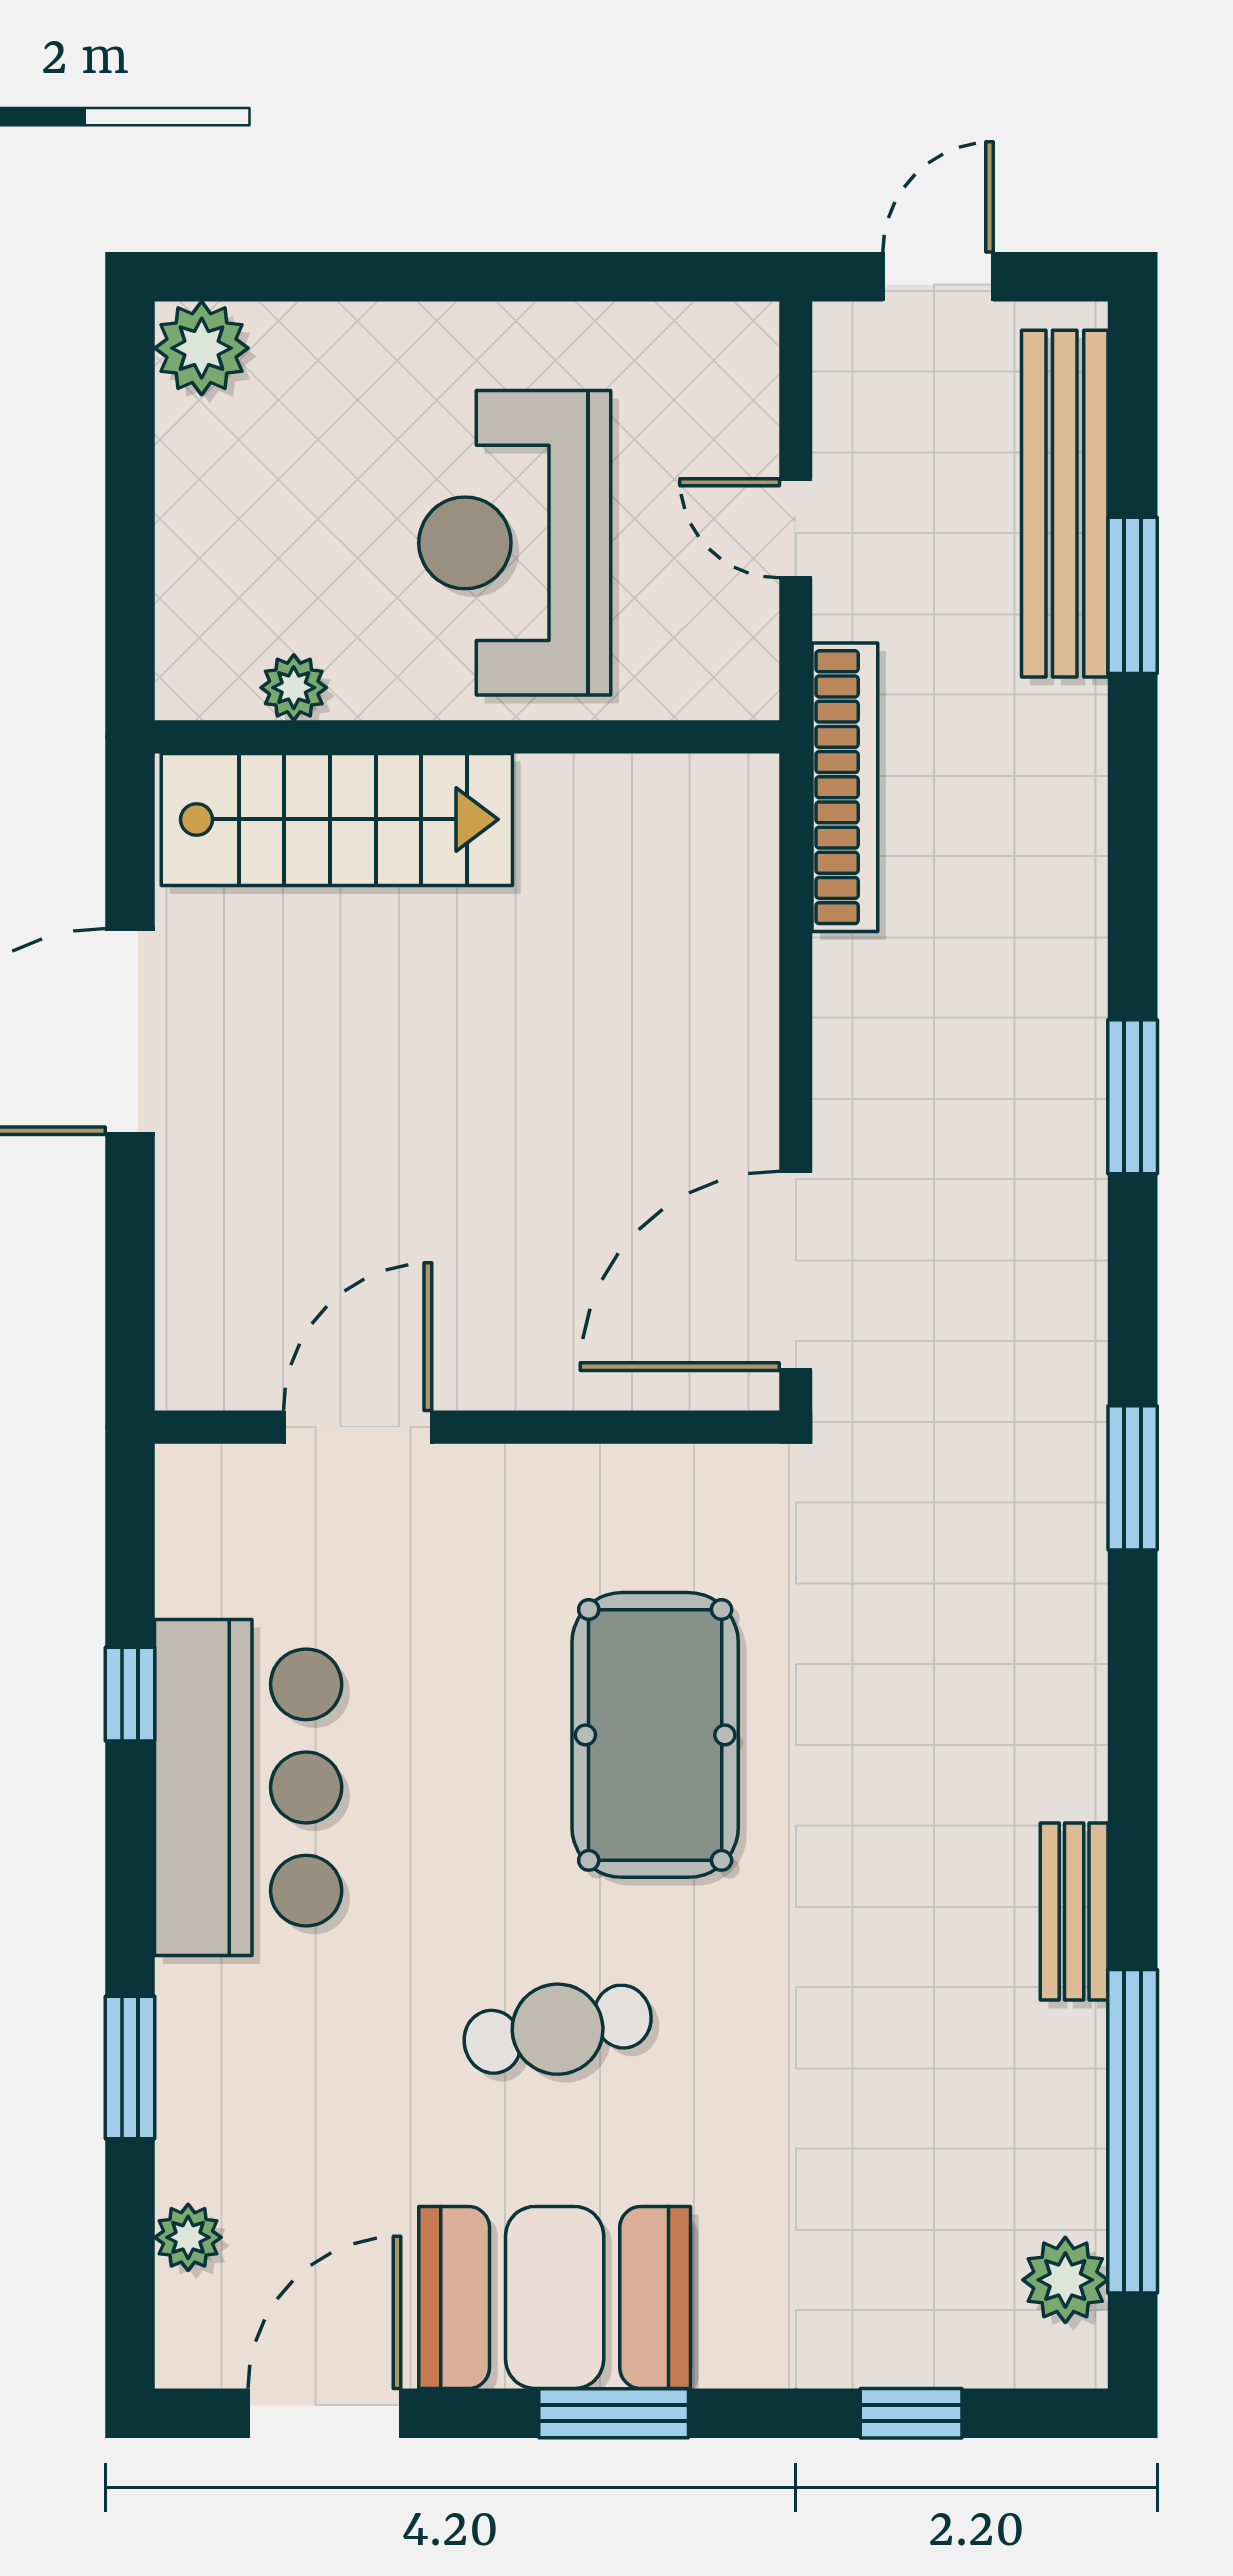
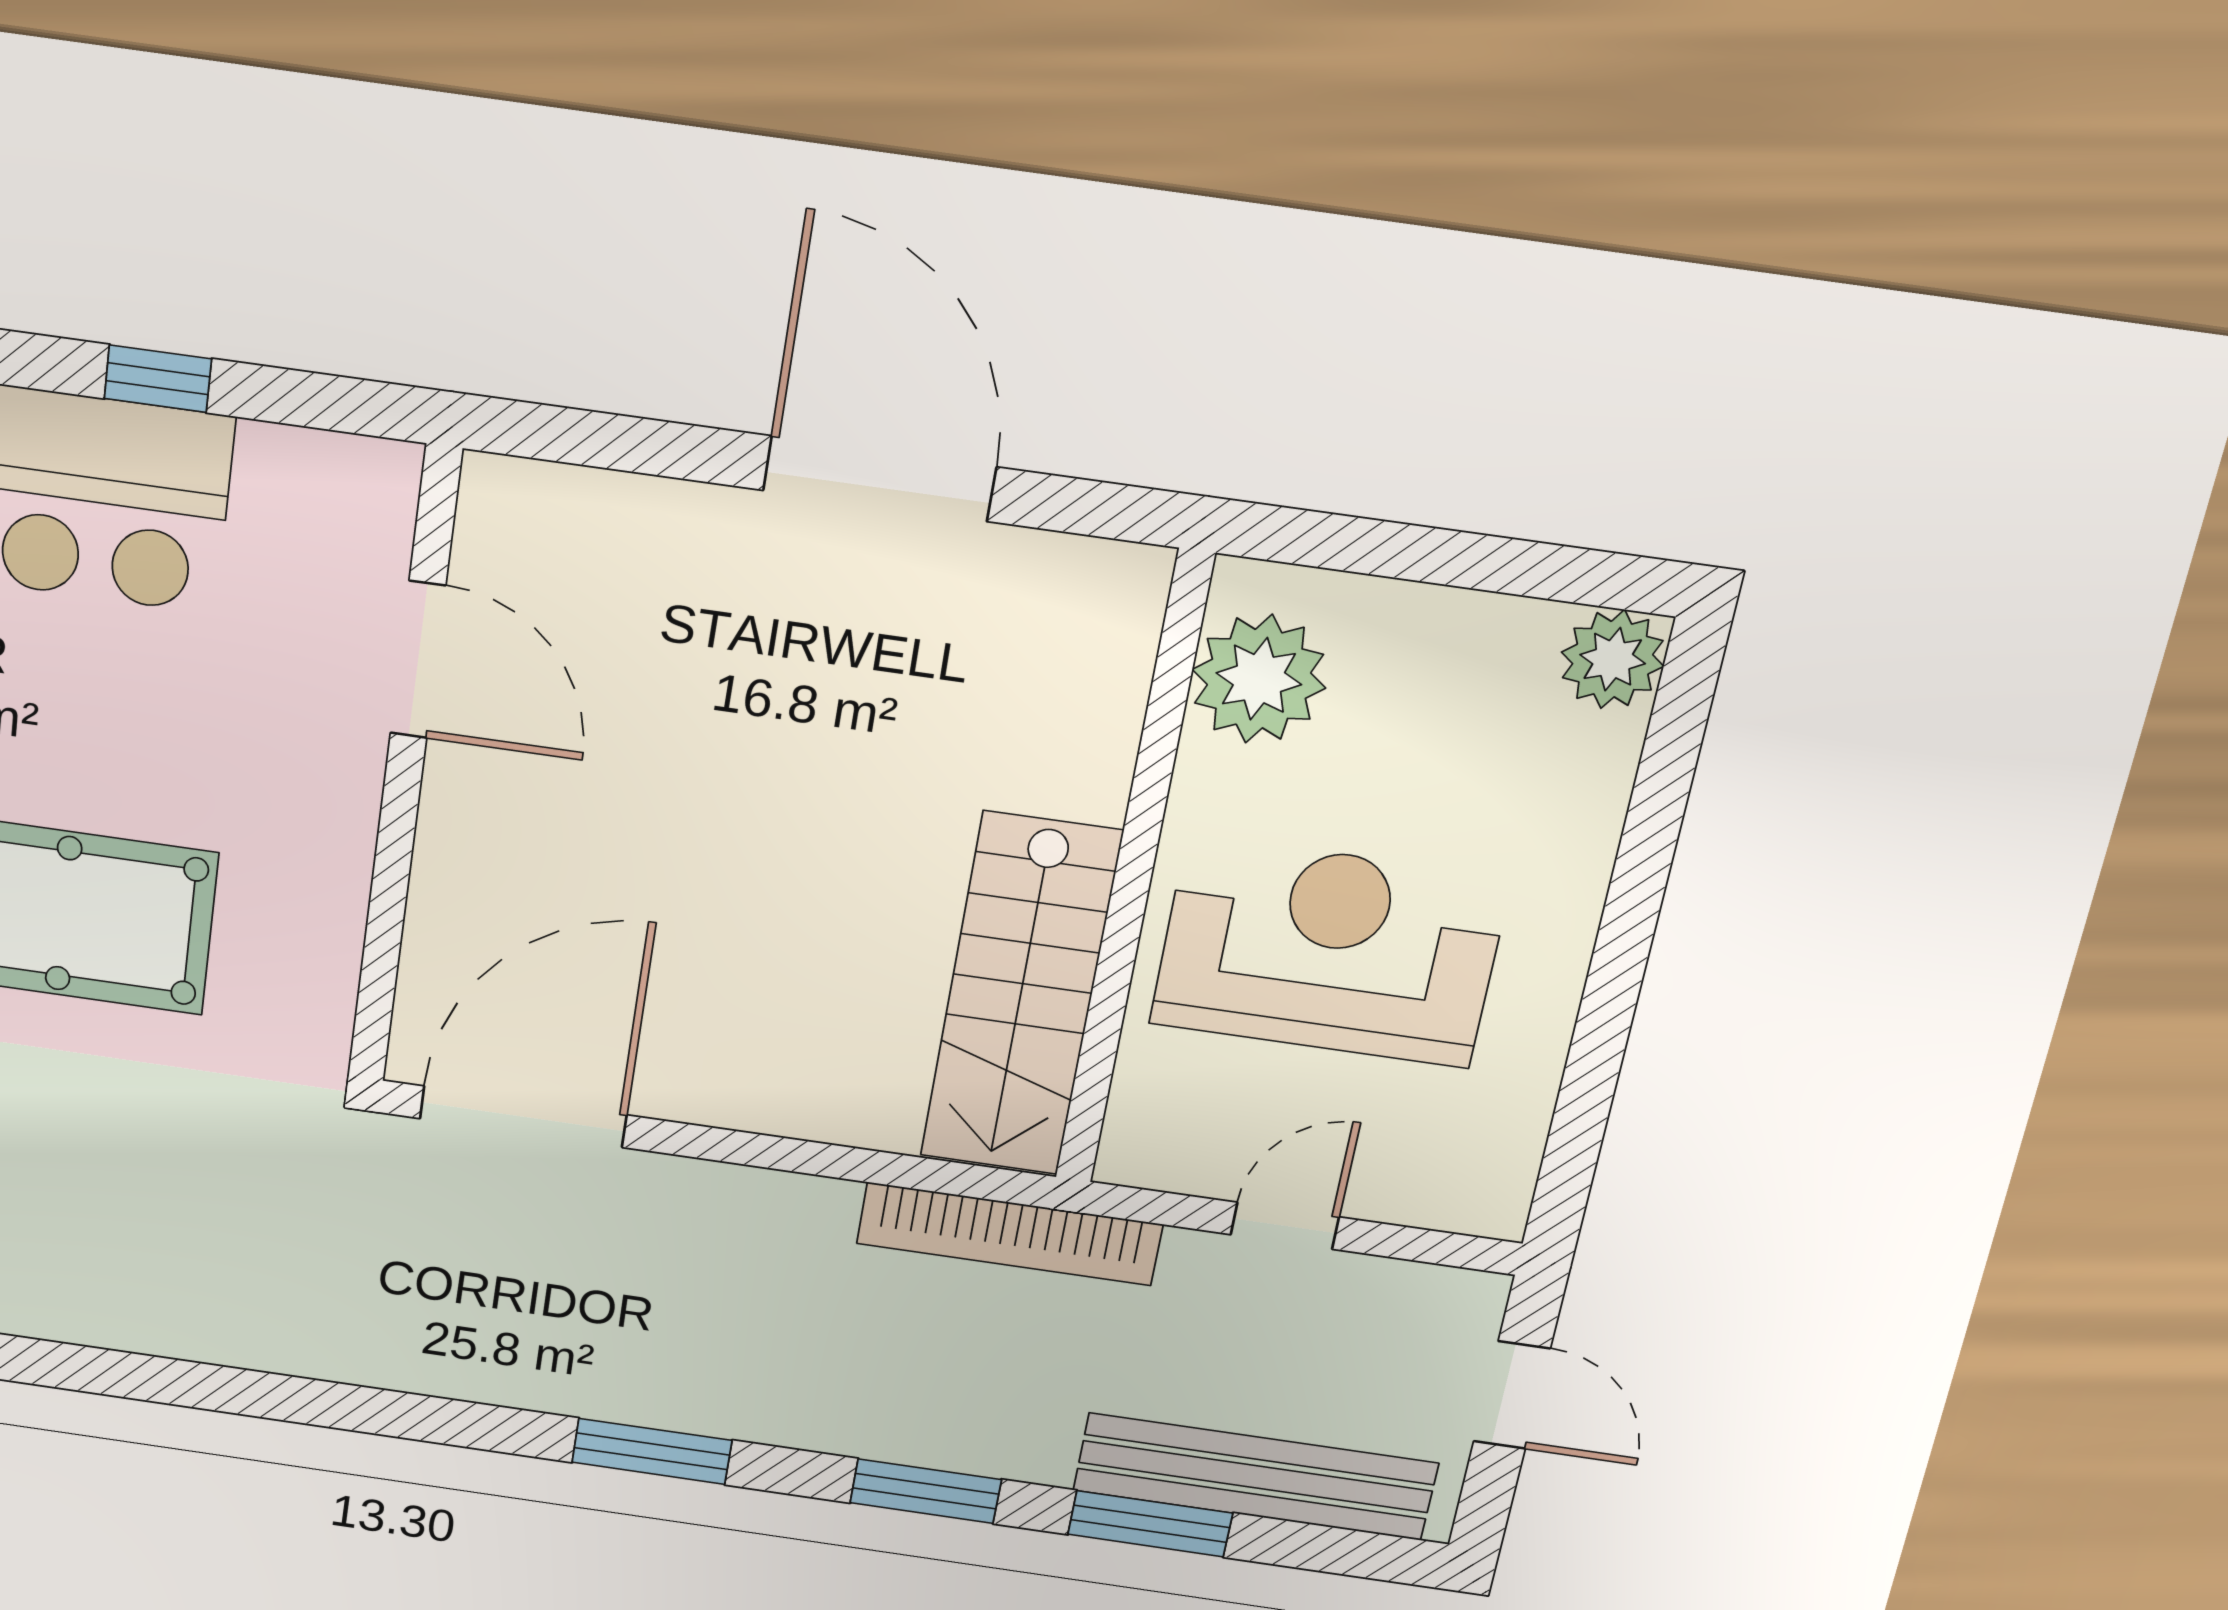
plant: (294, 688) -> (1259, 679), width x1.87, depth x1.87
stairs: (337, 819) -> (1021, 995), moved
door: (796, 1271) -> (523, 1117), hinge flipped
window: (1133, 1478) -> (926, 1491), moved

